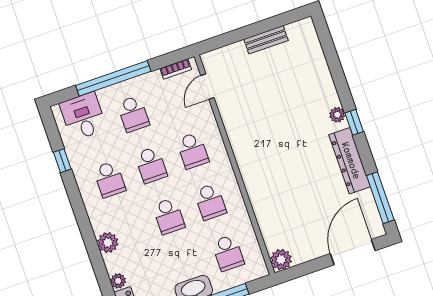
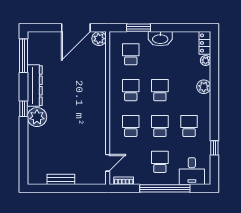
plant: (337, 115) -> (37, 117), width x1.88, depth x1.88
door: (353, 252) -> (76, 28), moved

